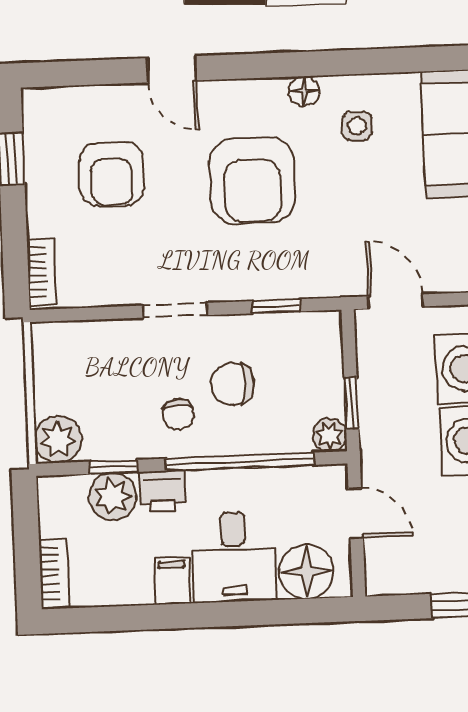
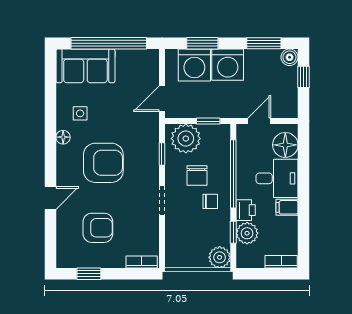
plant: (330, 435) -> (186, 139), moved, width x1.88, depth x1.88

